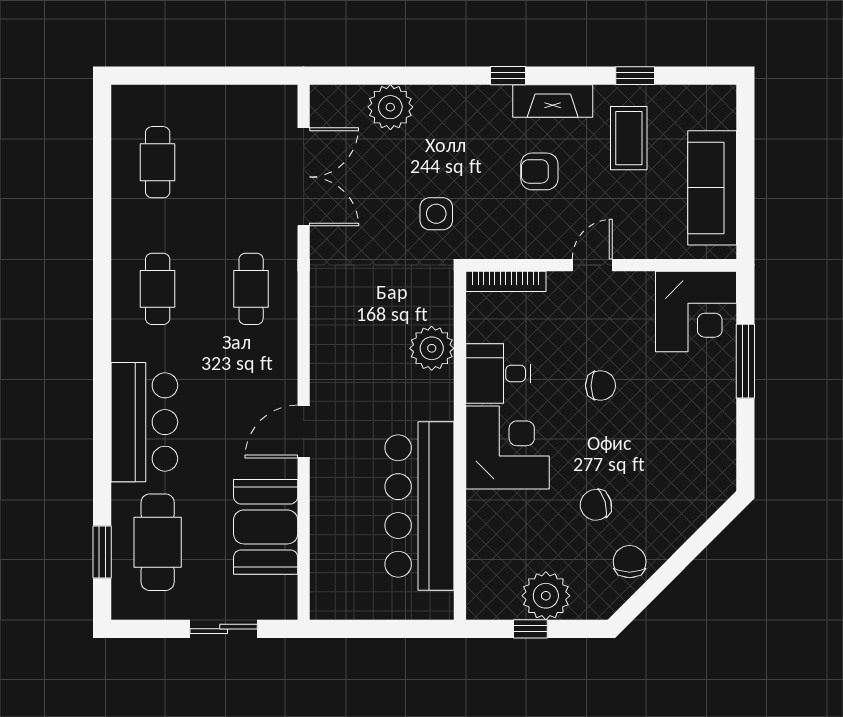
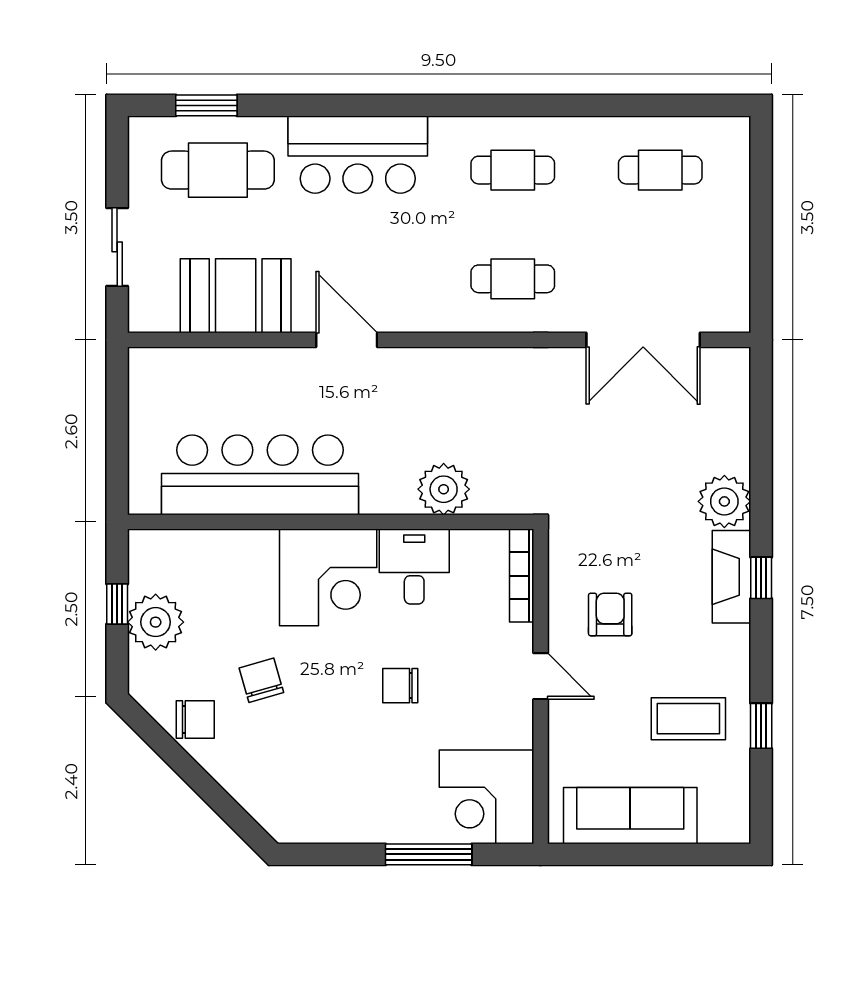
fireplace: (553, 101) -> (731, 577), moved
plant: (390, 107) -> (724, 501), moved
armchair: (539, 171) -> (610, 615), moved
side table: (436, 214) -> (600, 494), removed
chair: (600, 386) -> (400, 686), turned 90

